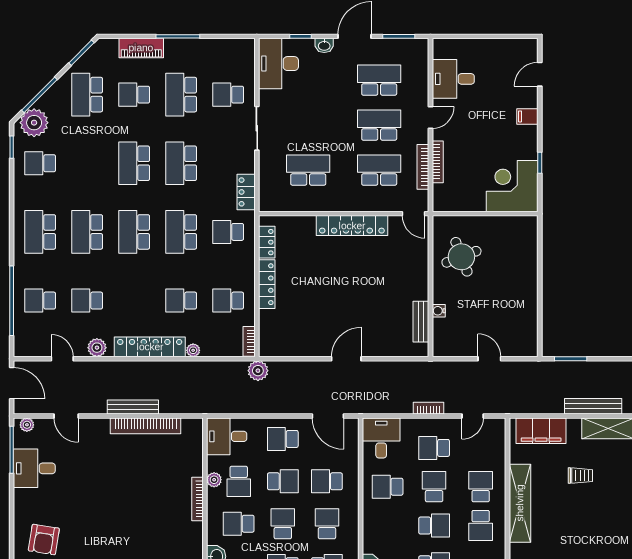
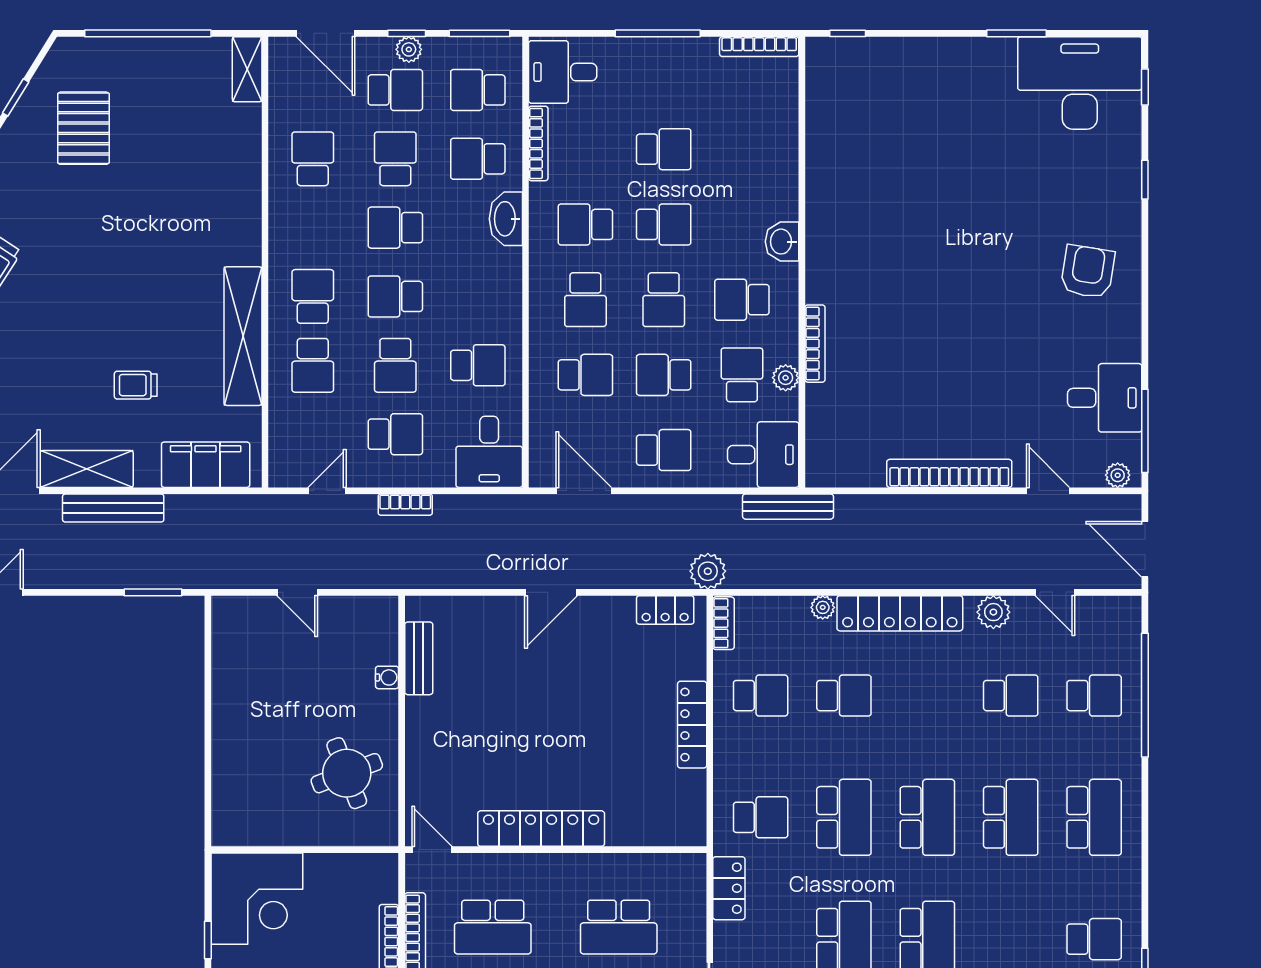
locker: (267, 242) -> (665, 610), moved, turned -90
bench: (133, 407) -> (788, 507), moved
bookcase: (146, 426) -> (949, 473), moved
school desk: (239, 524) -> (742, 300), turned 180

